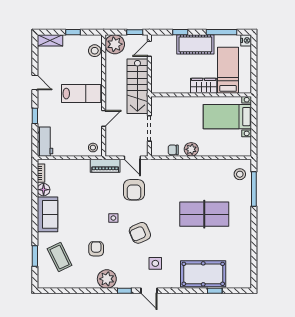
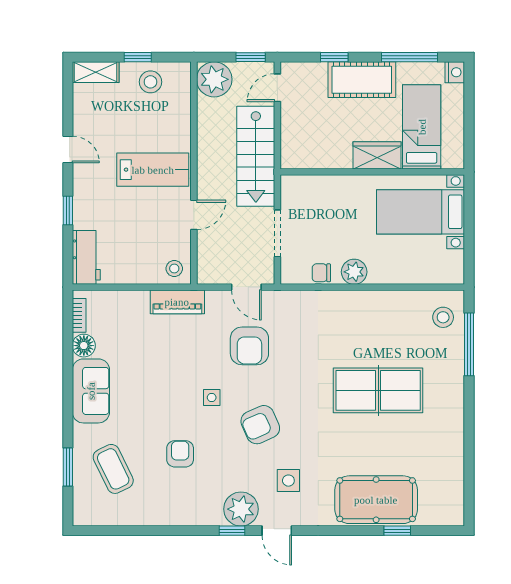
stool: (95, 51) -> (150, 82), moved
piano: (105, 166) -> (177, 302), moved
plant: (107, 279) -> (241, 509), moved

